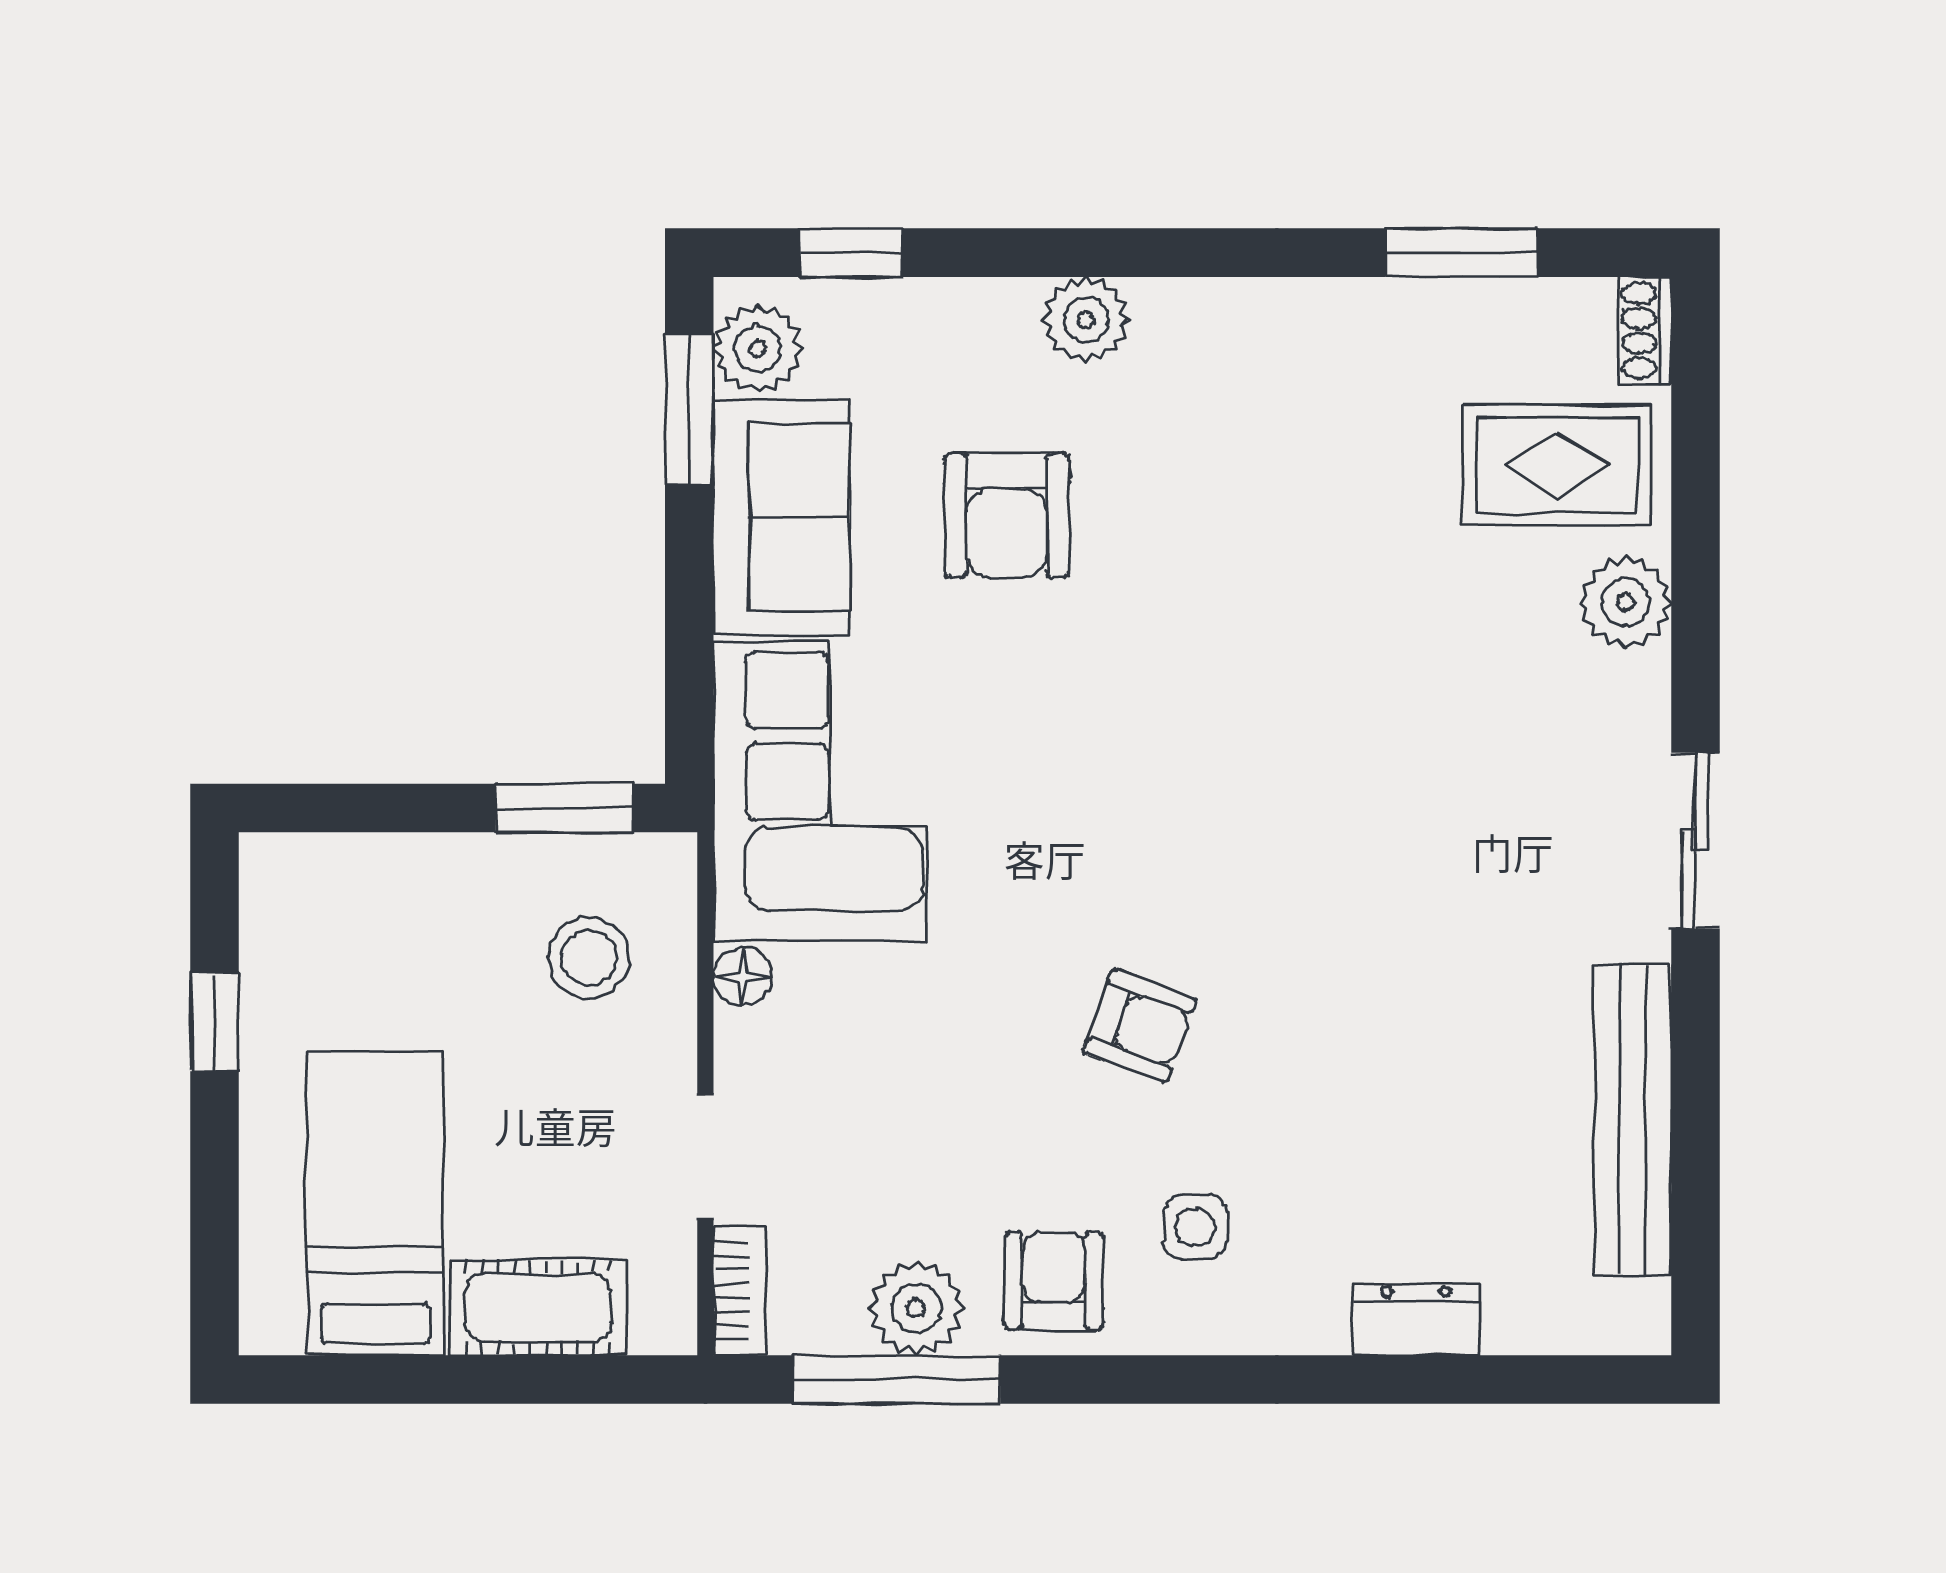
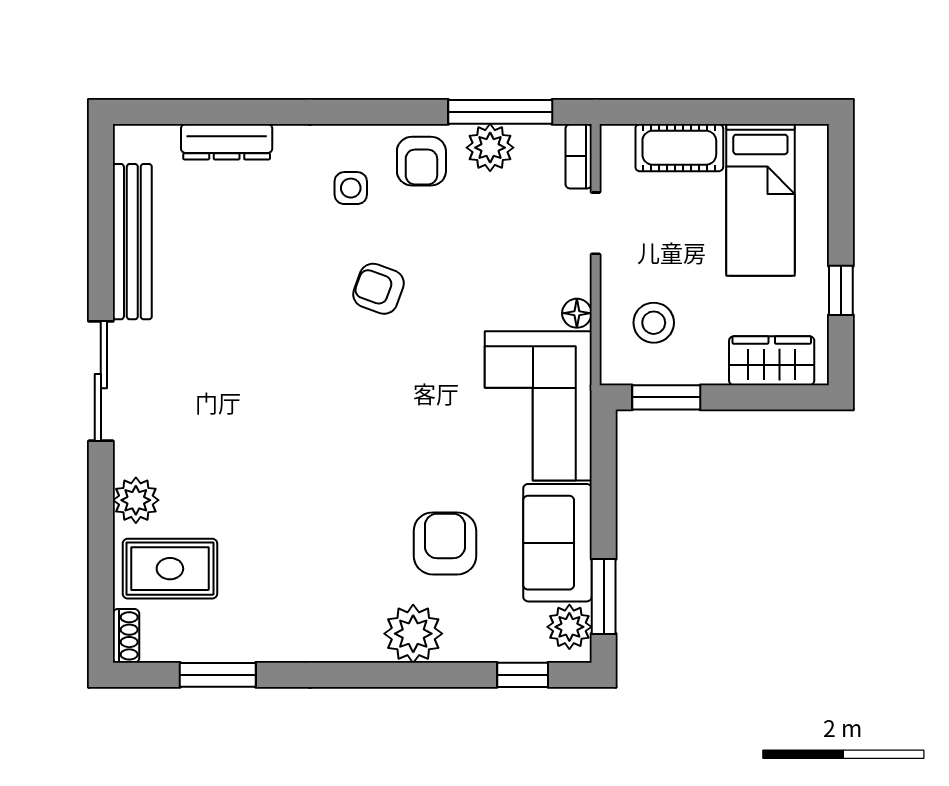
plant: (1086, 320) -> (413, 634), width x1.36, depth x1.36
sliding door: (1695, 841) -> (101, 381), width x1.37
wardrobe: (353, 881) -> (772, 361), added
dresser: (1416, 1320) -> (227, 142), width x1.44

